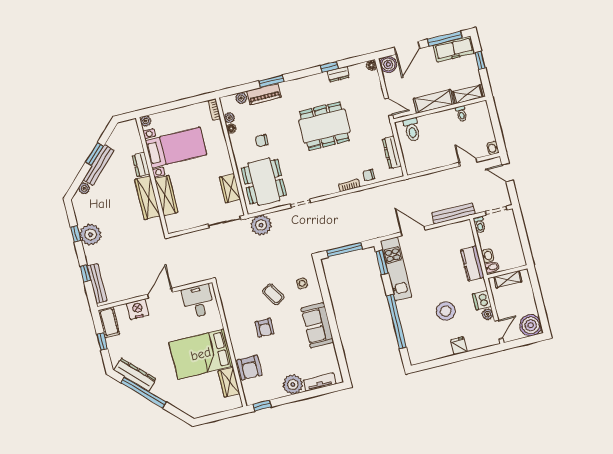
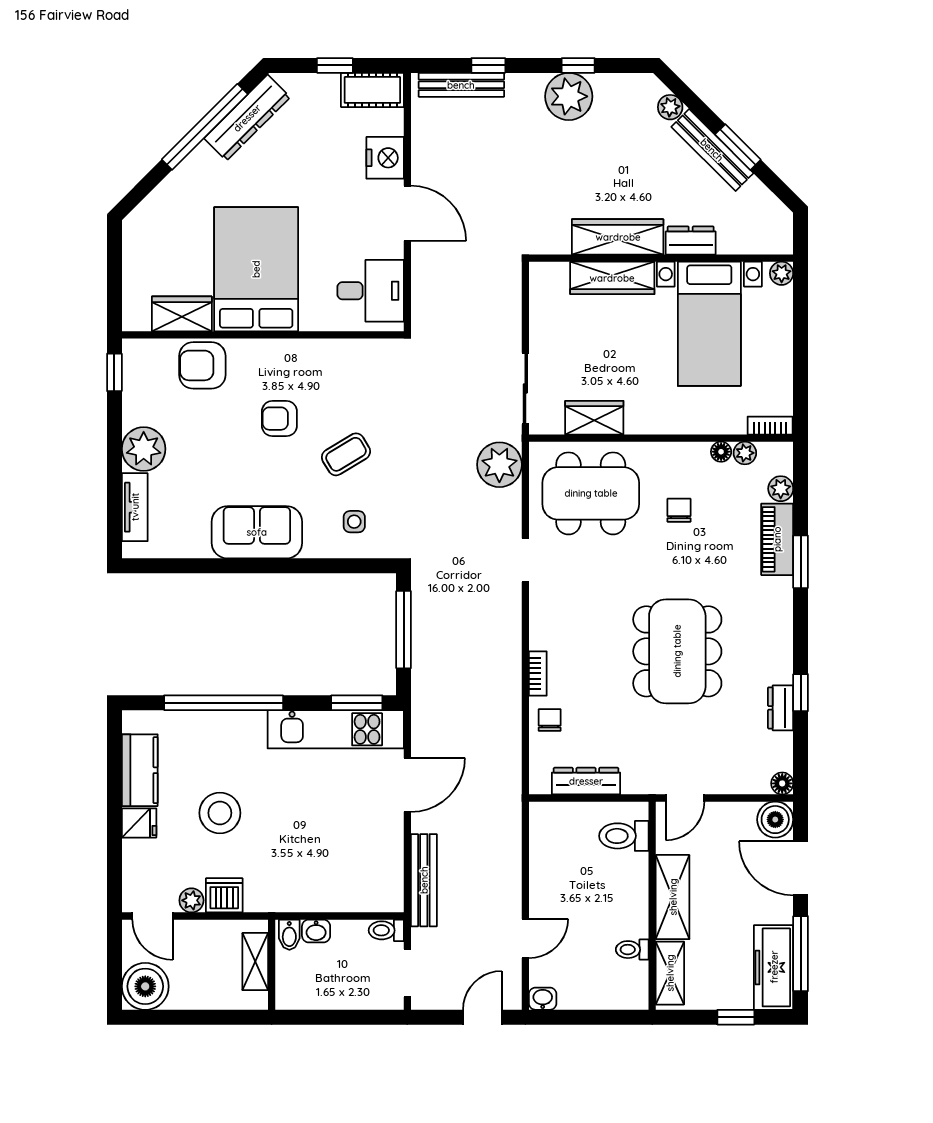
kitchen counter: (472, 263) -> (140, 770), moved, turned 90

